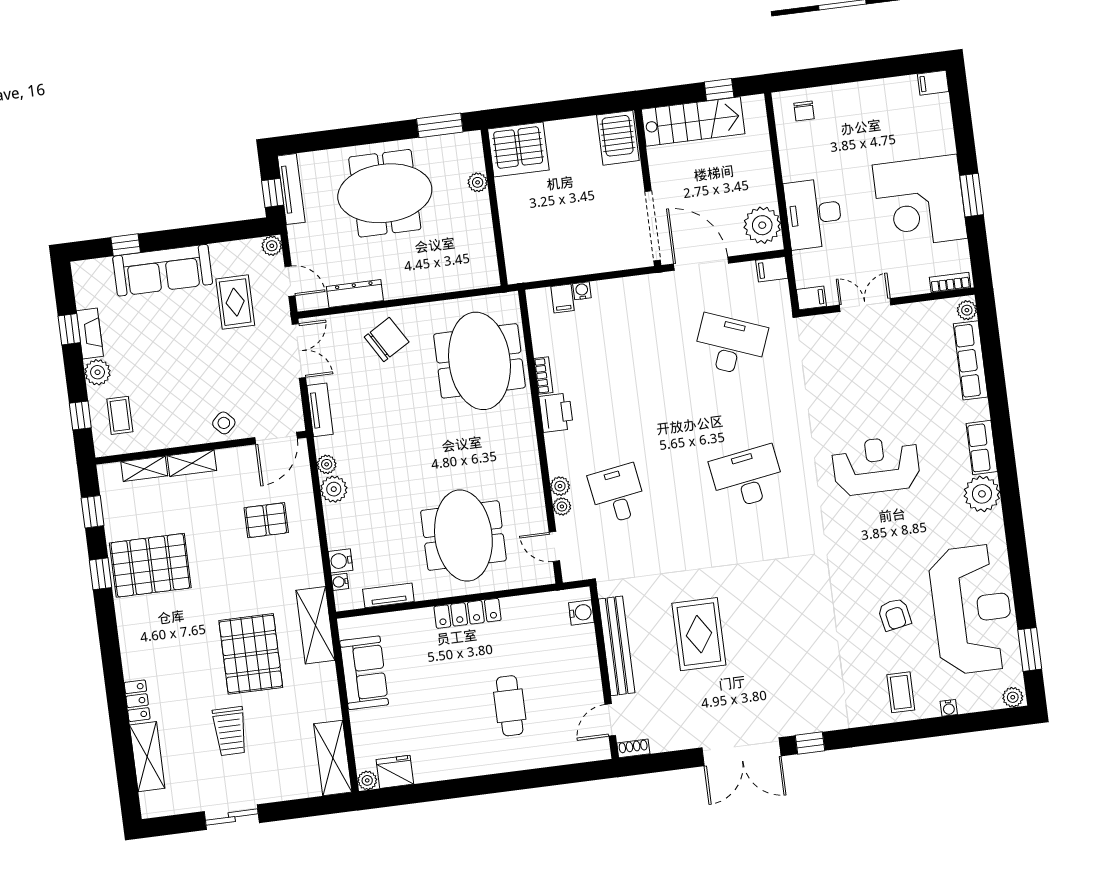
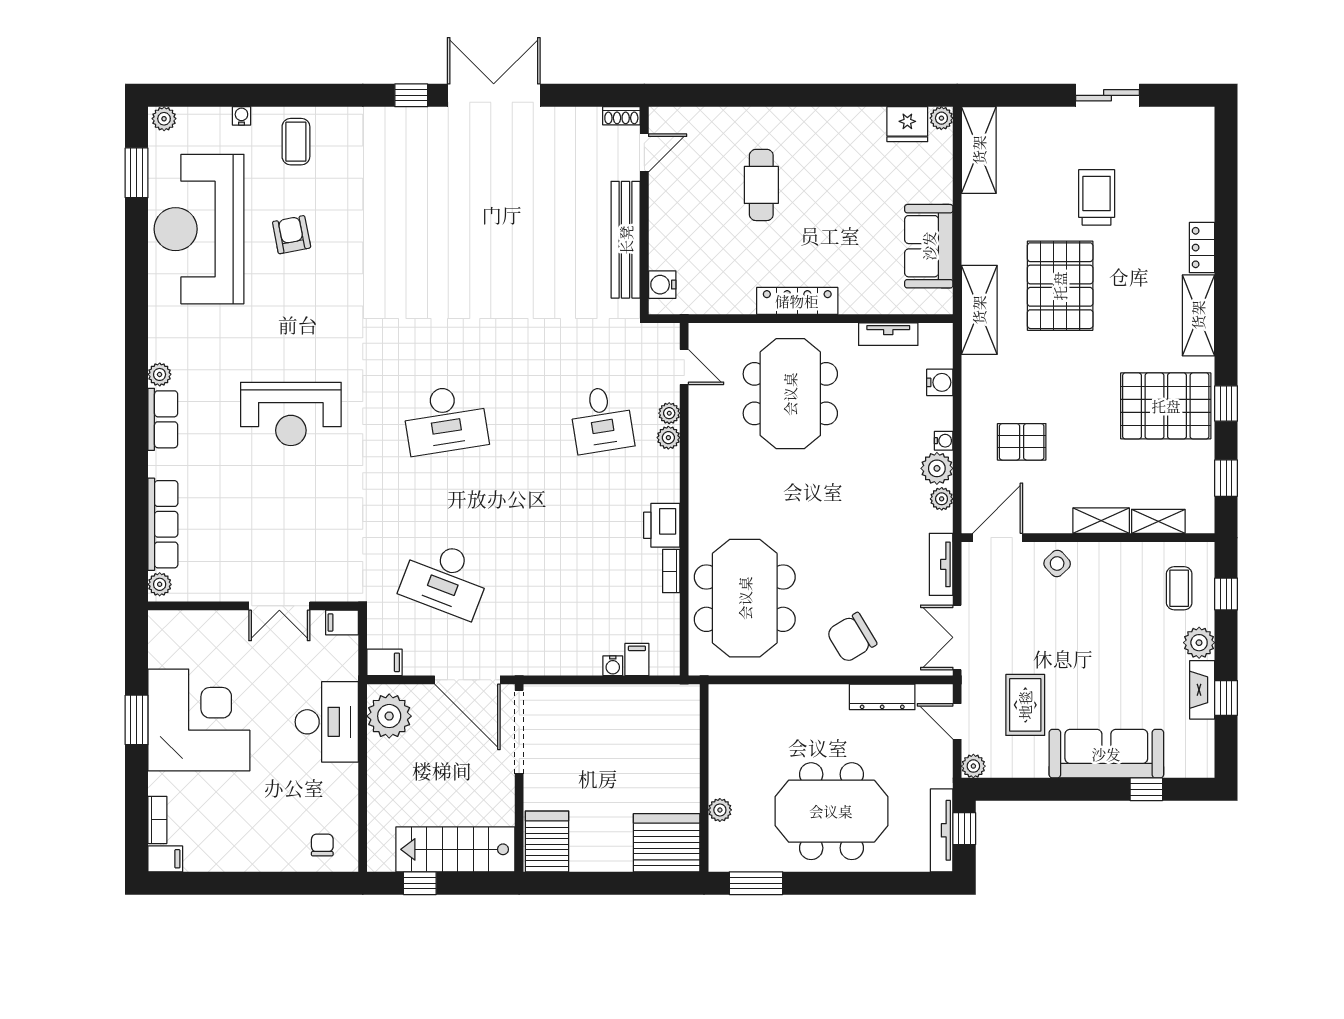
bookcase: (950, 283) -> (157, 820), moved, turned -90
plant: (982, 494) -> (160, 374), width x0.53, depth x0.53
water cooler: (340, 582) -> (944, 441), moved
rug: (699, 634) -> (526, 241), removed
shelving: (147, 757) -> (1198, 315), moved

